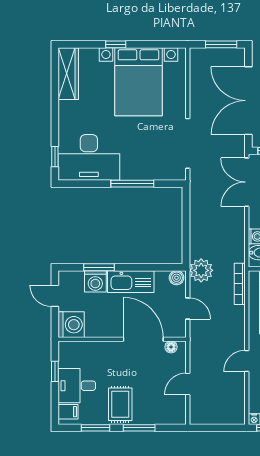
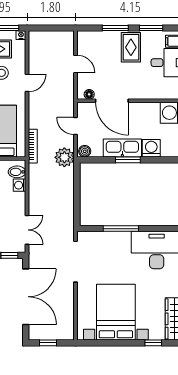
window: (116, 44) -> (153, 343), moved
window: (221, 44) -> (48, 343), width x0.67
double door: (247, 182) -> (27, 230), width x0.73
window: (99, 267) -> (128, 160), moved
door: (188, 384) -> (76, 64), hinge flipped

